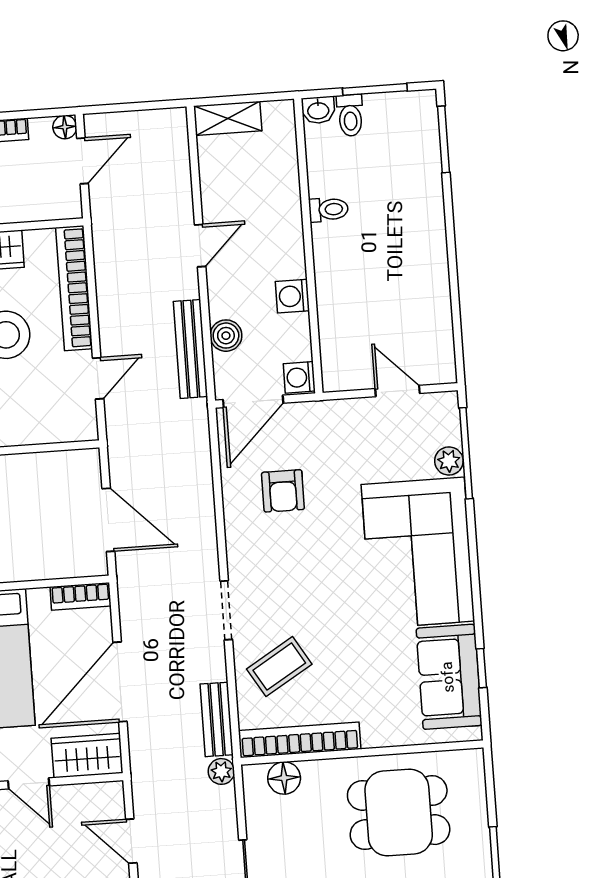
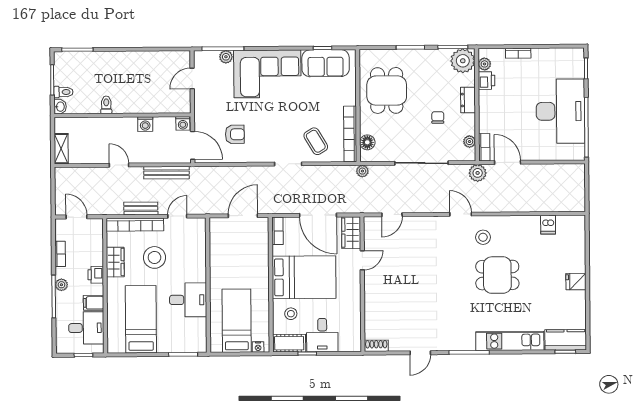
floor lamp: (65, 127) -> (60, 224), removed
boiler: (226, 336) -> (161, 156), removed
door: (98, 378) -> (177, 216), hinge flipped
bench: (217, 719) -> (141, 208), moved

